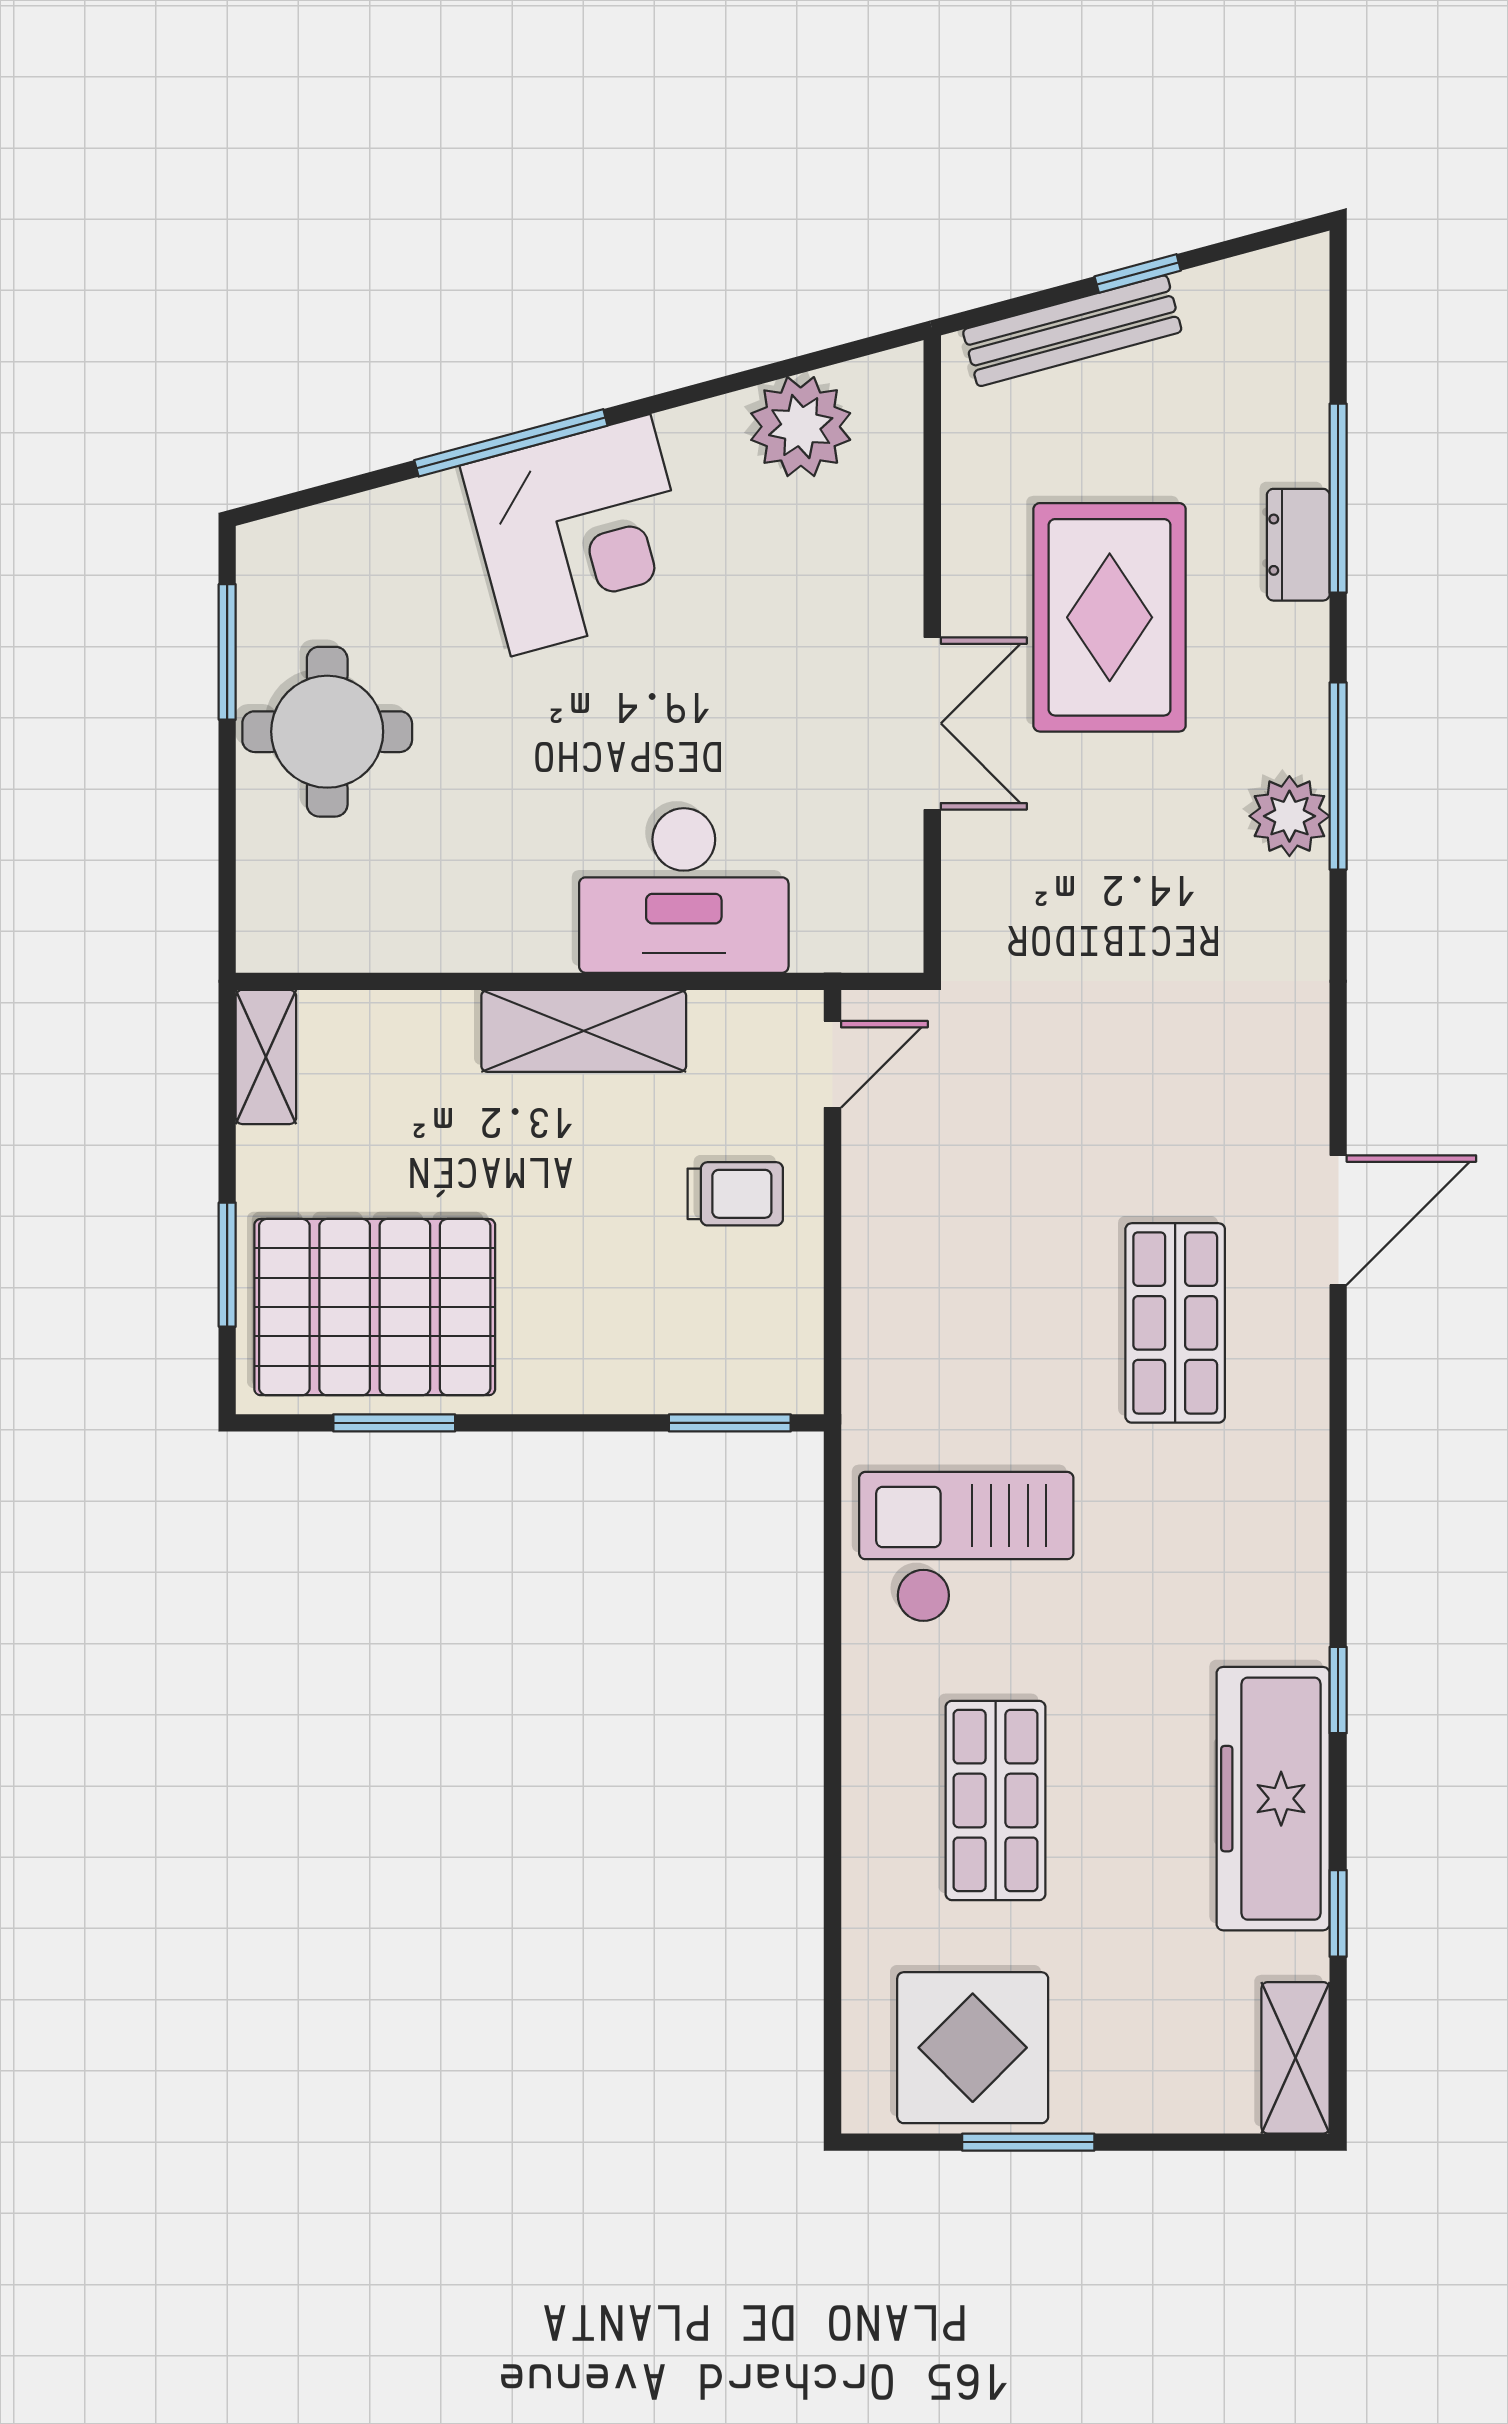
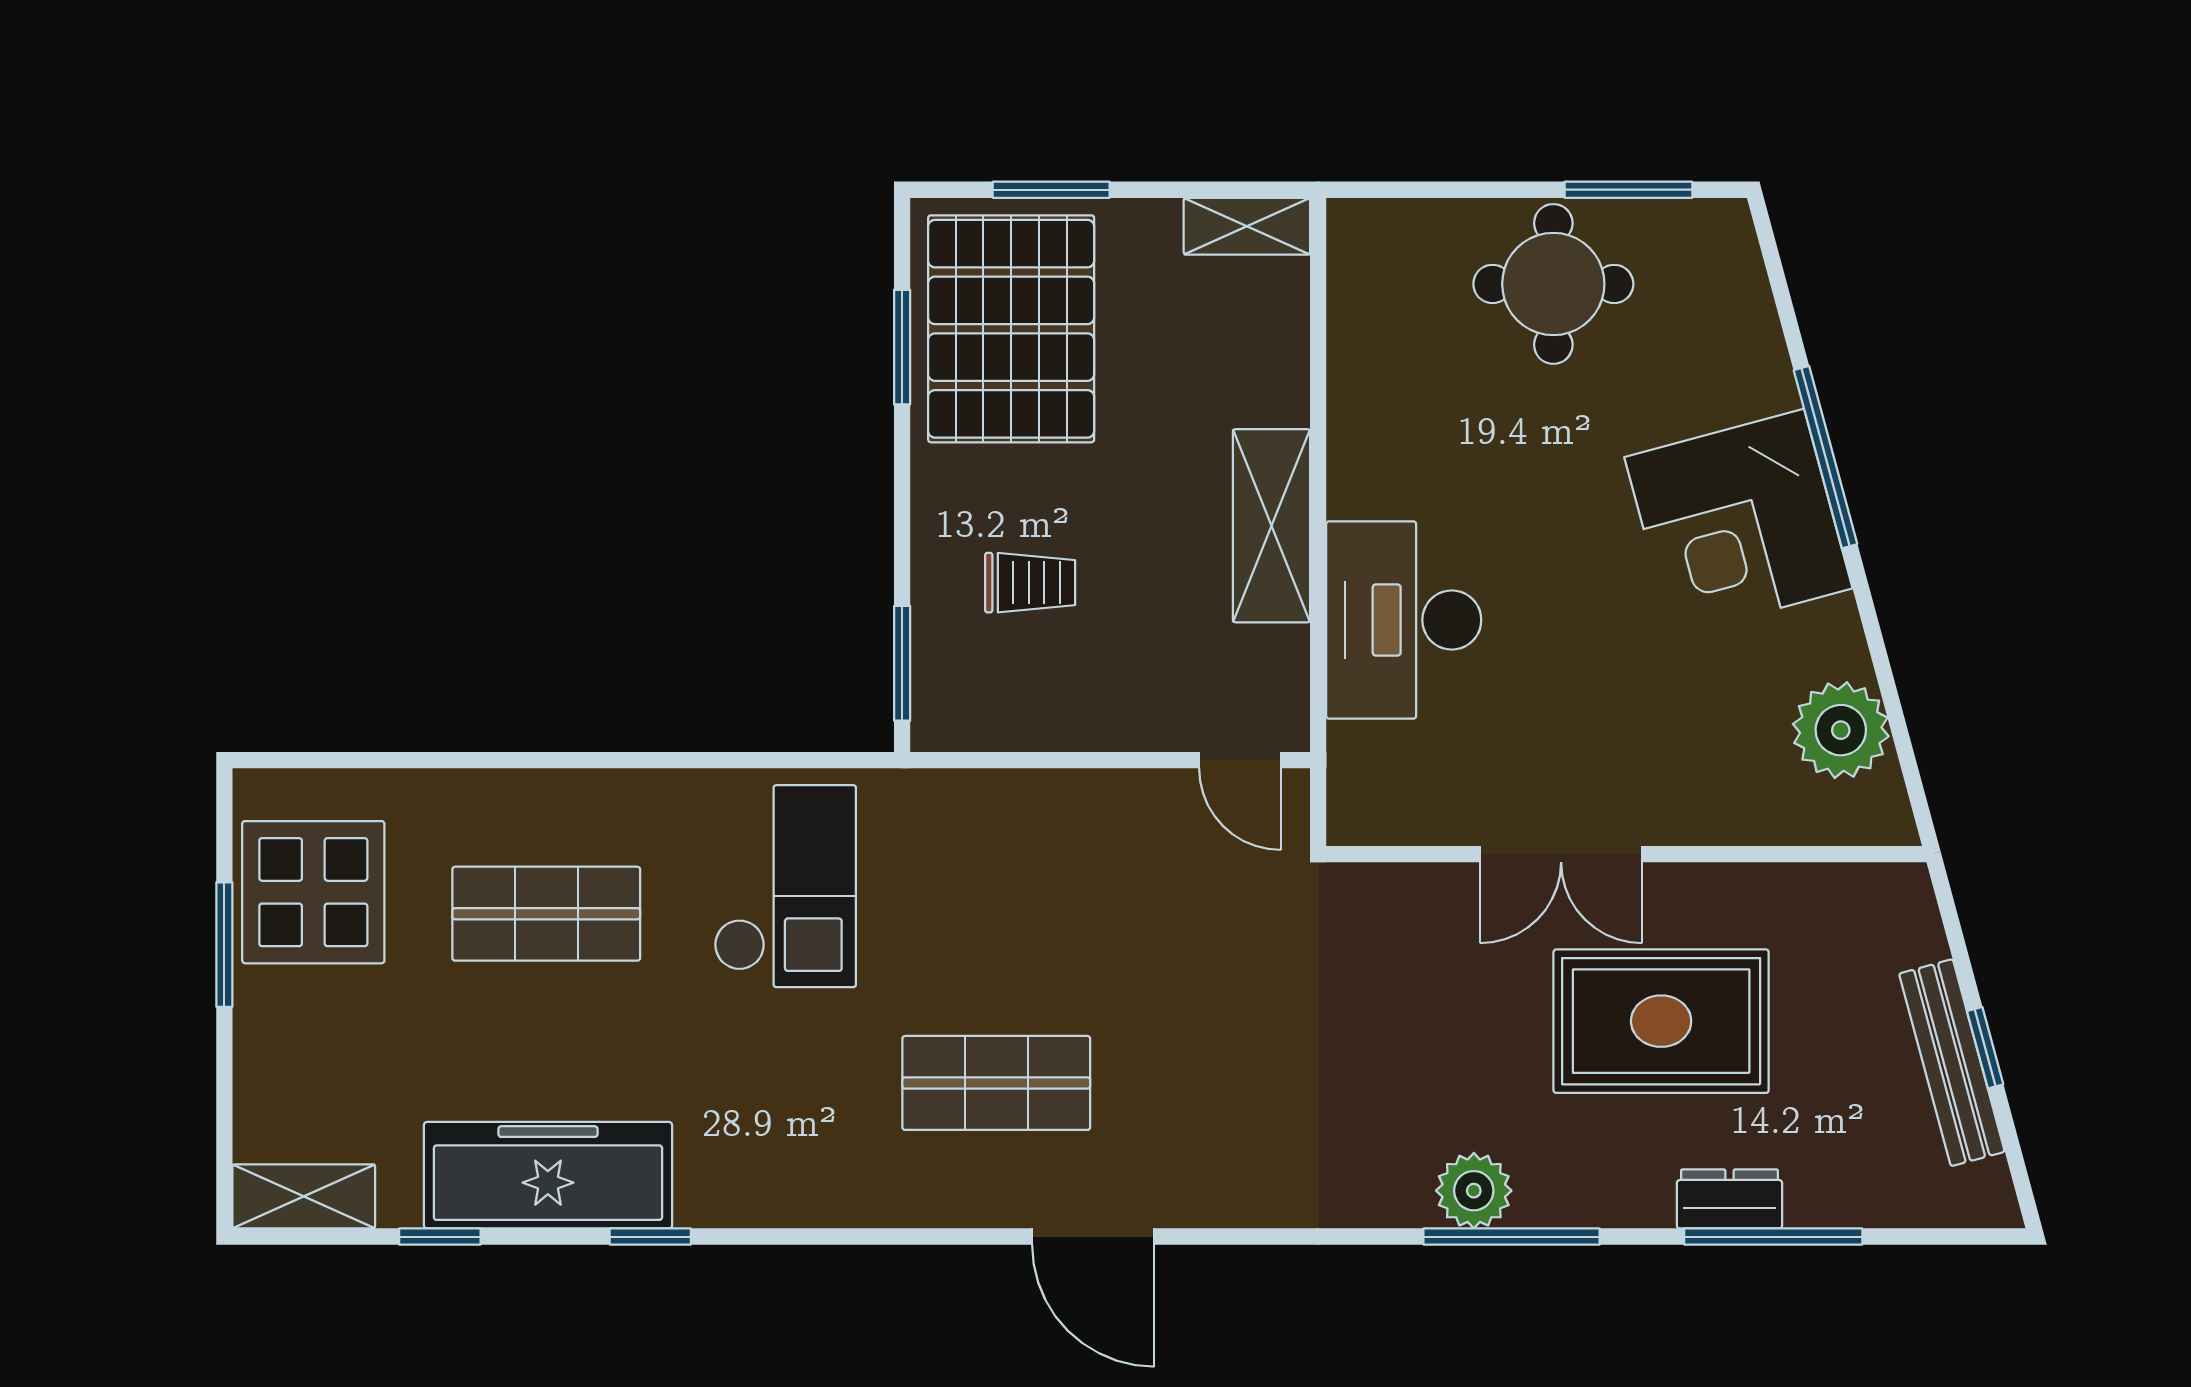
bench: (1072, 331) -> (1952, 1063), moved
trolley: (735, 1194) -> (1030, 583), moved, turned -90

